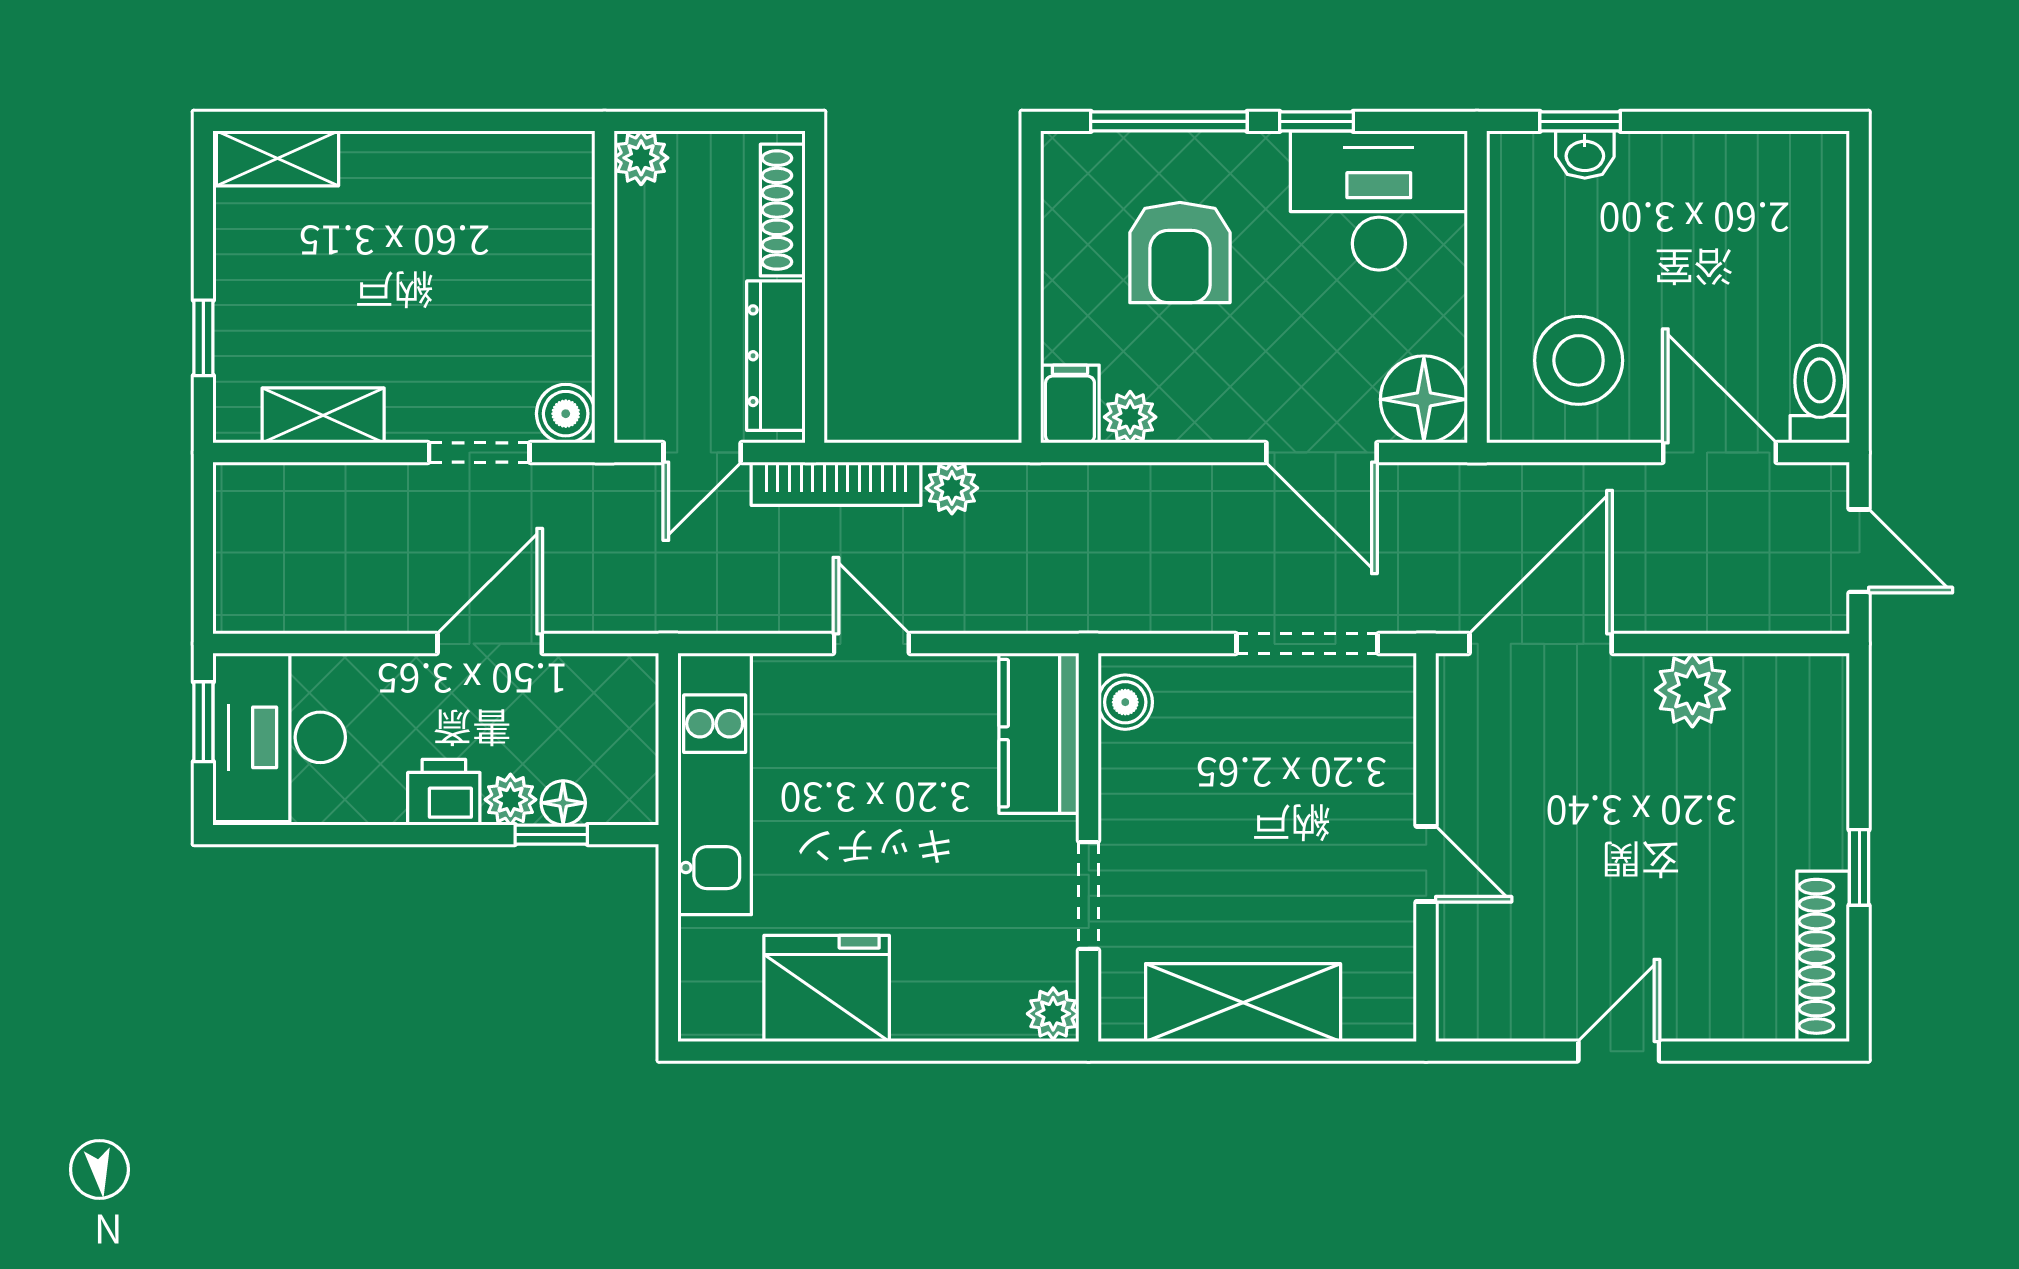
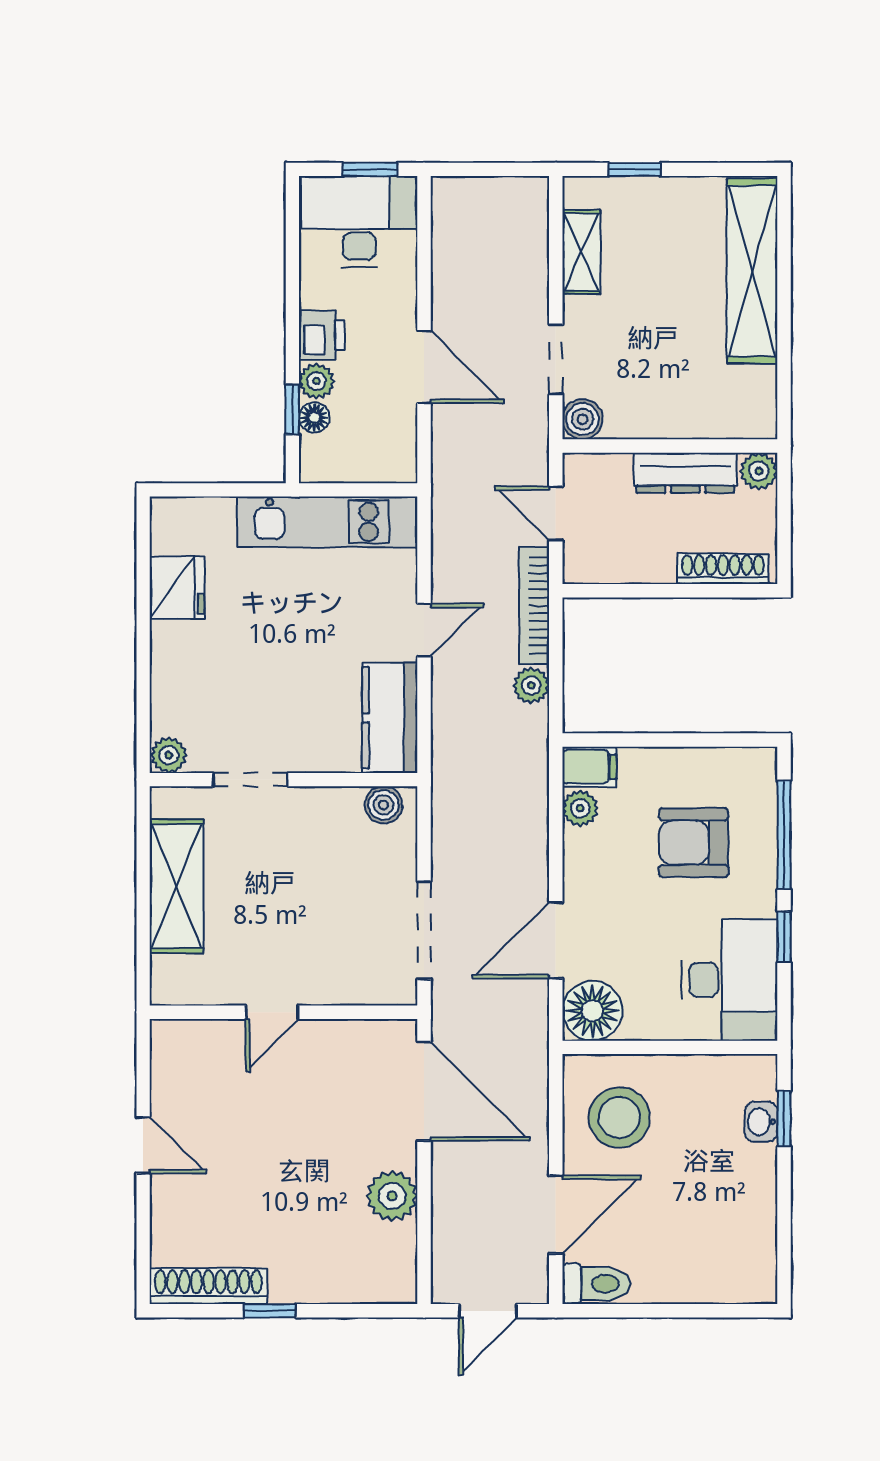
shelving: (277, 158) -> (752, 271), width x2.20, depth x1.33
dresser: (776, 356) -> (685, 473), moved, turned 180
kitchen counter: (1039, 733) -> (390, 718), moved, turned -90
fridge: (827, 988) -> (177, 588), width x0.73, depth x0.75

